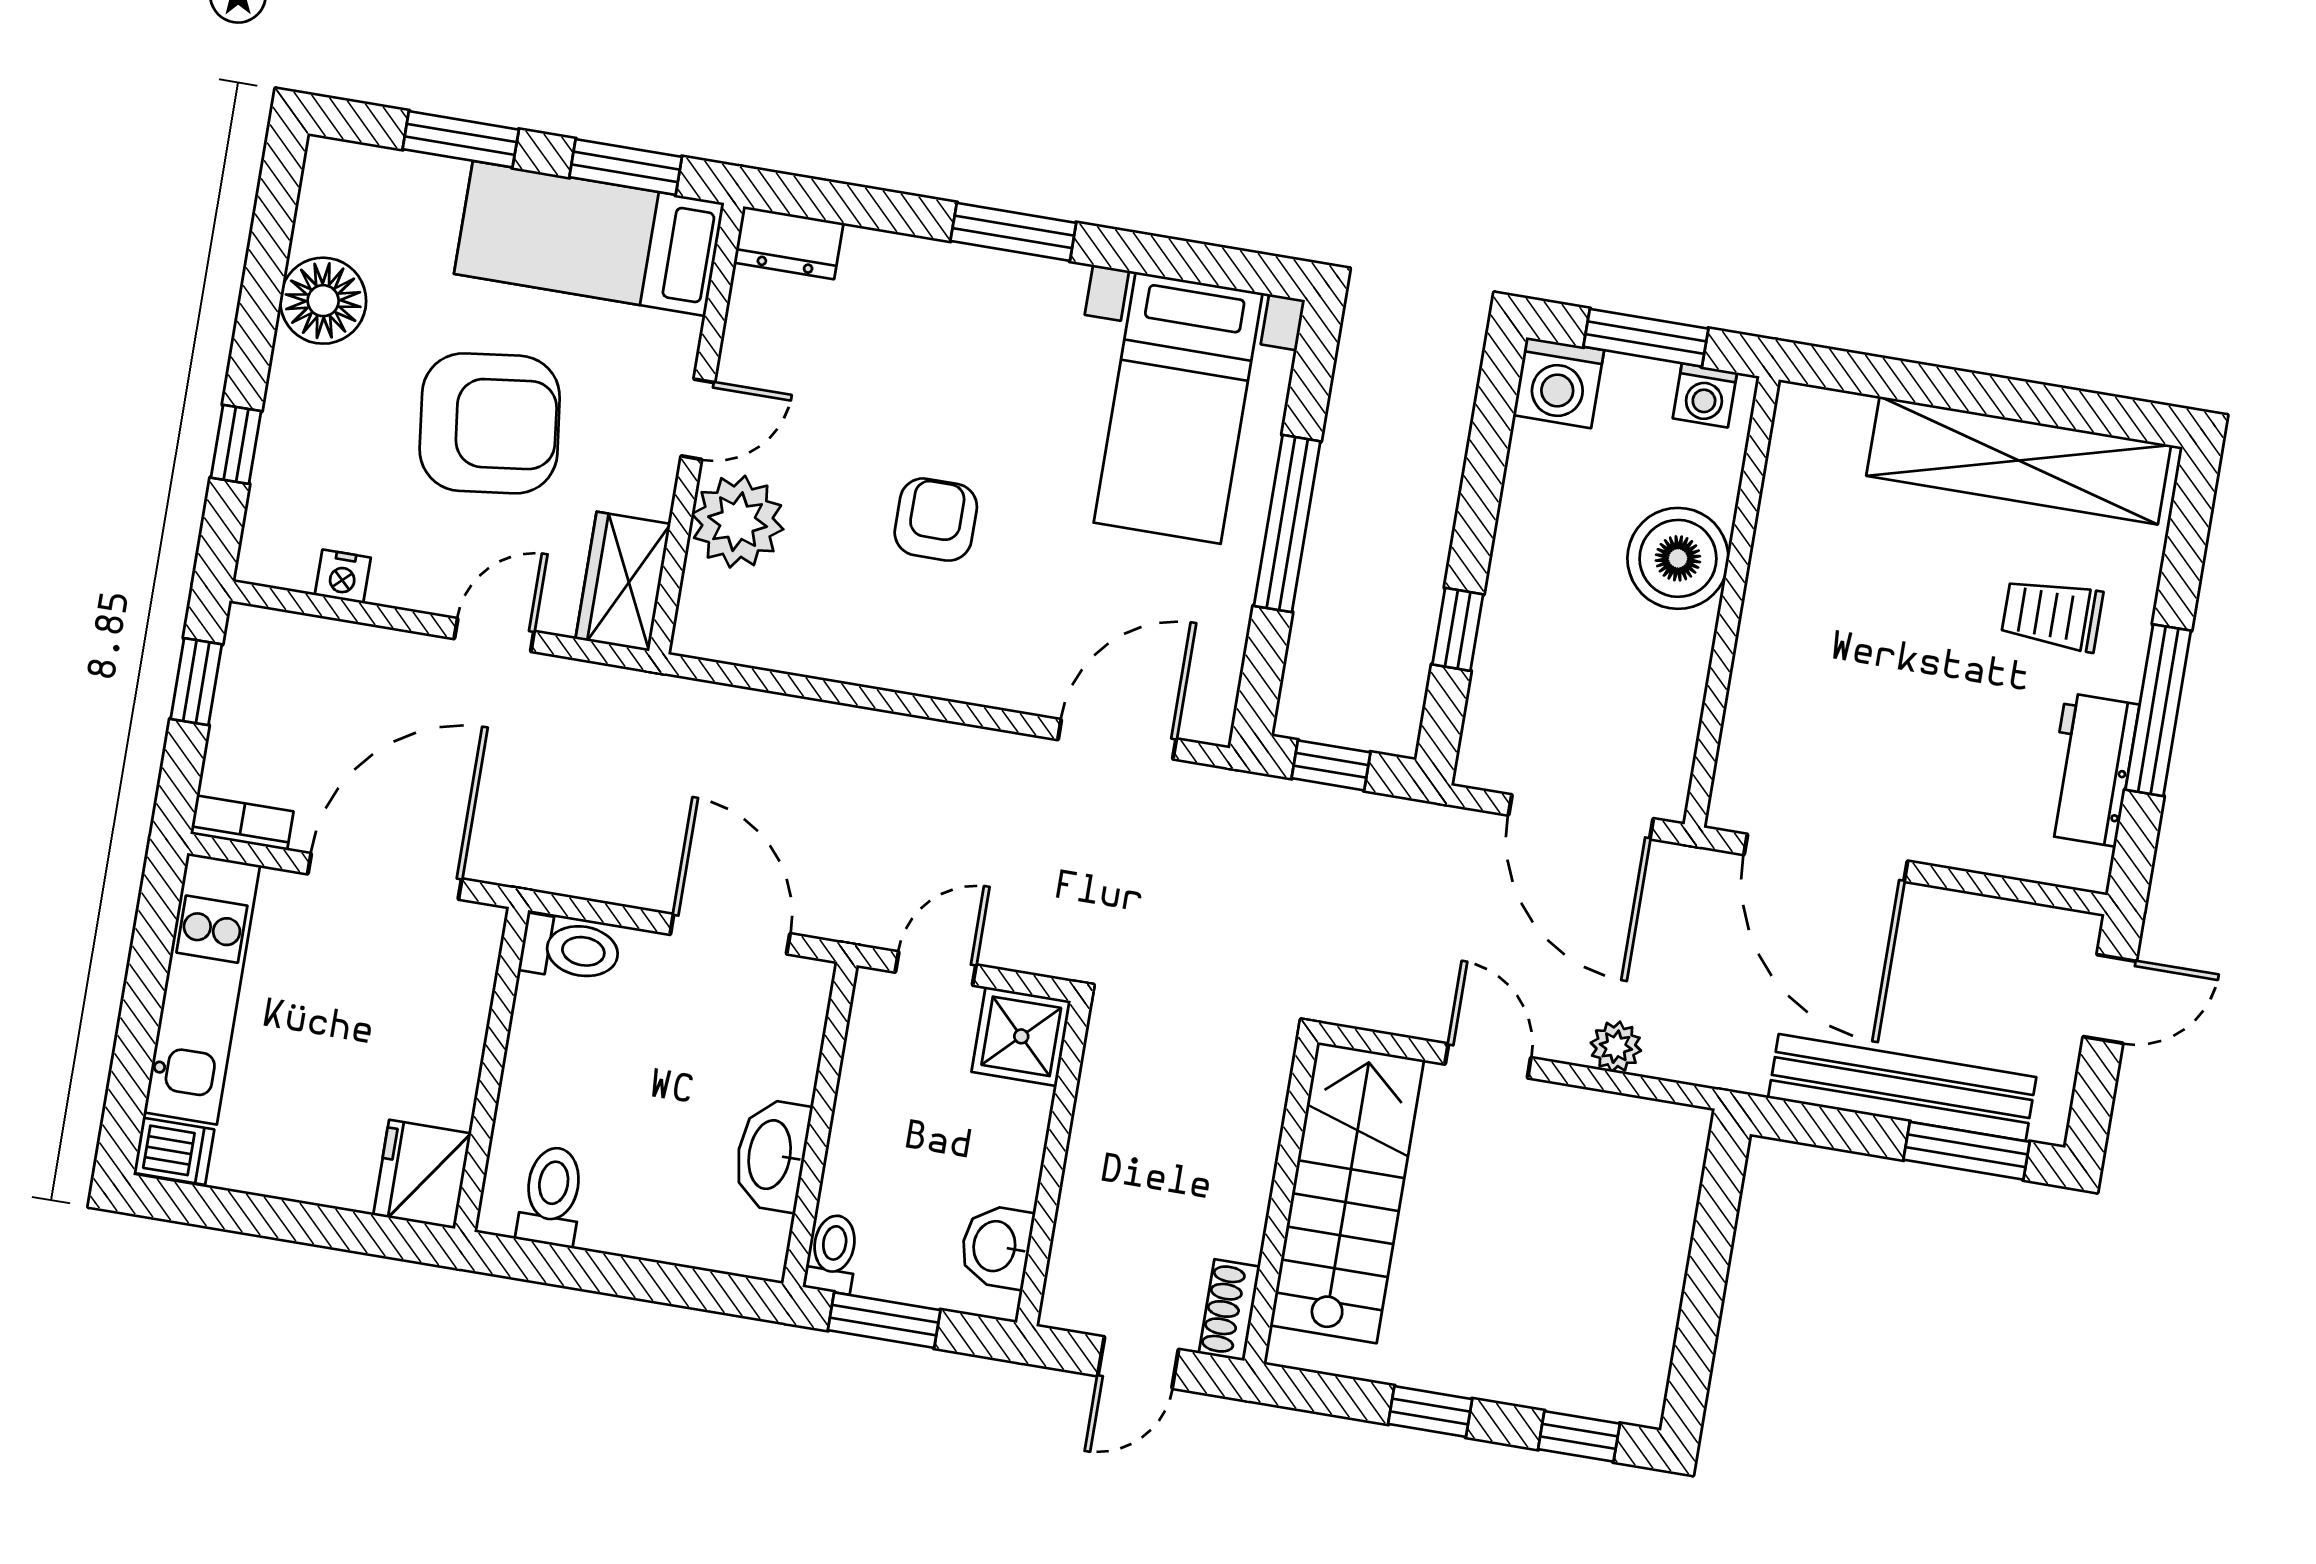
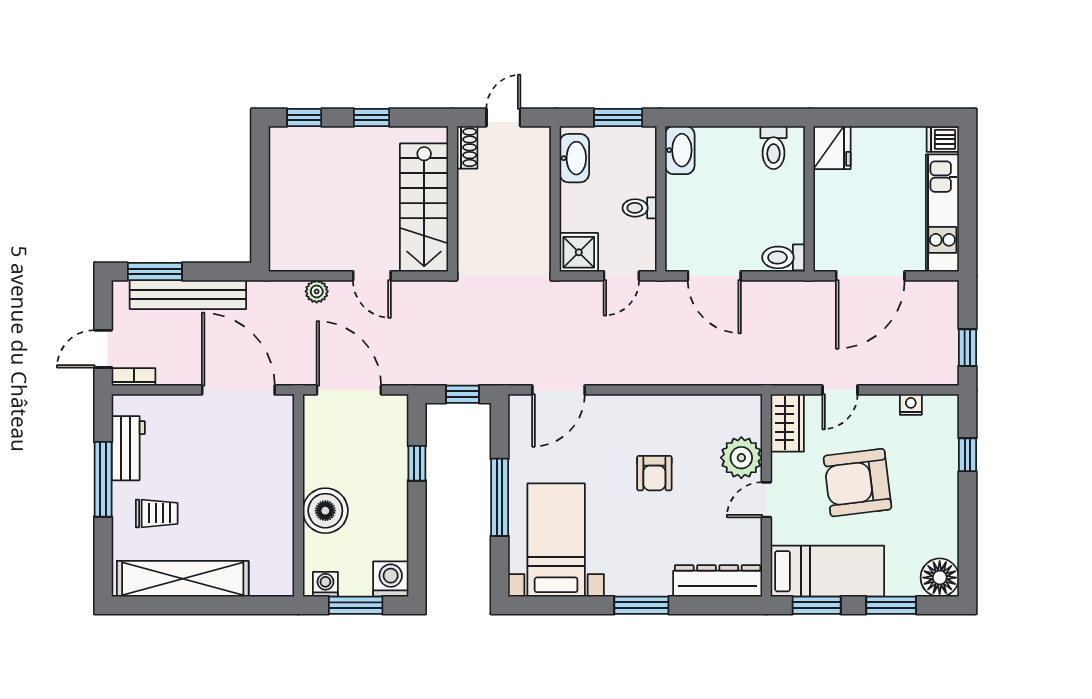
dresser: (789, 243) -> (718, 581), width x1.96, depth x1.24
floor lamp: (323, 301) -> (940, 578), moved
bookcase: (242, 823) -> (134, 377), moved, turned 180
washbasin: (772, 1155) -> (680, 150), moved
washbasin: (996, 1246) -> (574, 158), width x1.38
toilet: (833, 1253) -> (640, 208), moved, turned 90

